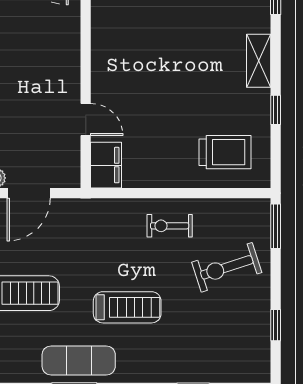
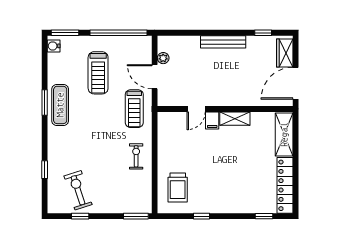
shelving: (259, 61) -> (235, 119), moved
filing cabinet: (106, 165) -> (212, 120), moved, width x0.50
exercise bike: (227, 267) -> (78, 190), moved
treadmill: (127, 307) -> (134, 109), moved

